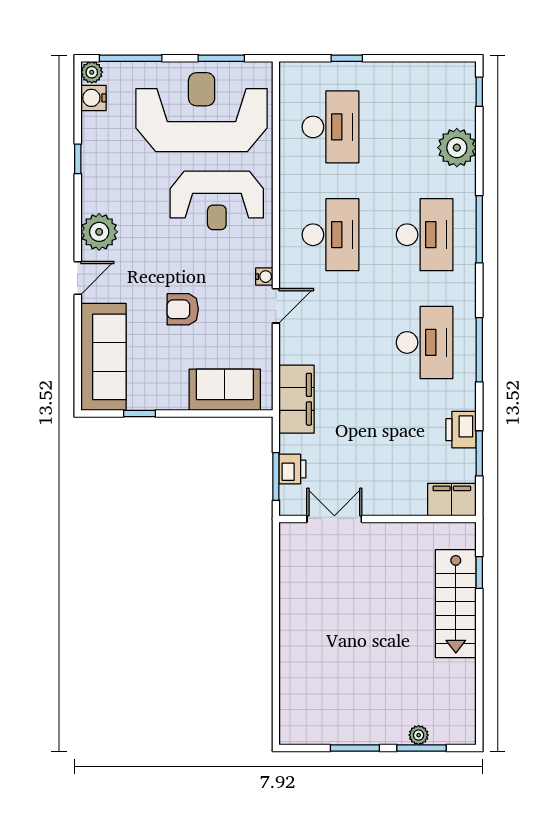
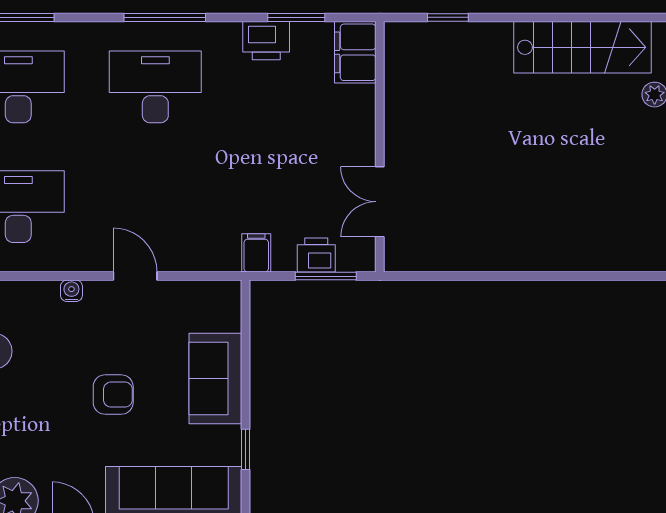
door: (276, 306) -> (135, 276), moved
armchair: (183, 309) -> (113, 395), turned -90
sofa: (225, 390) -> (215, 378), moved
filing cabinet: (297, 399) -> (256, 253), width x0.33, depth x0.86
stairs: (456, 604) -> (583, 47), moved

